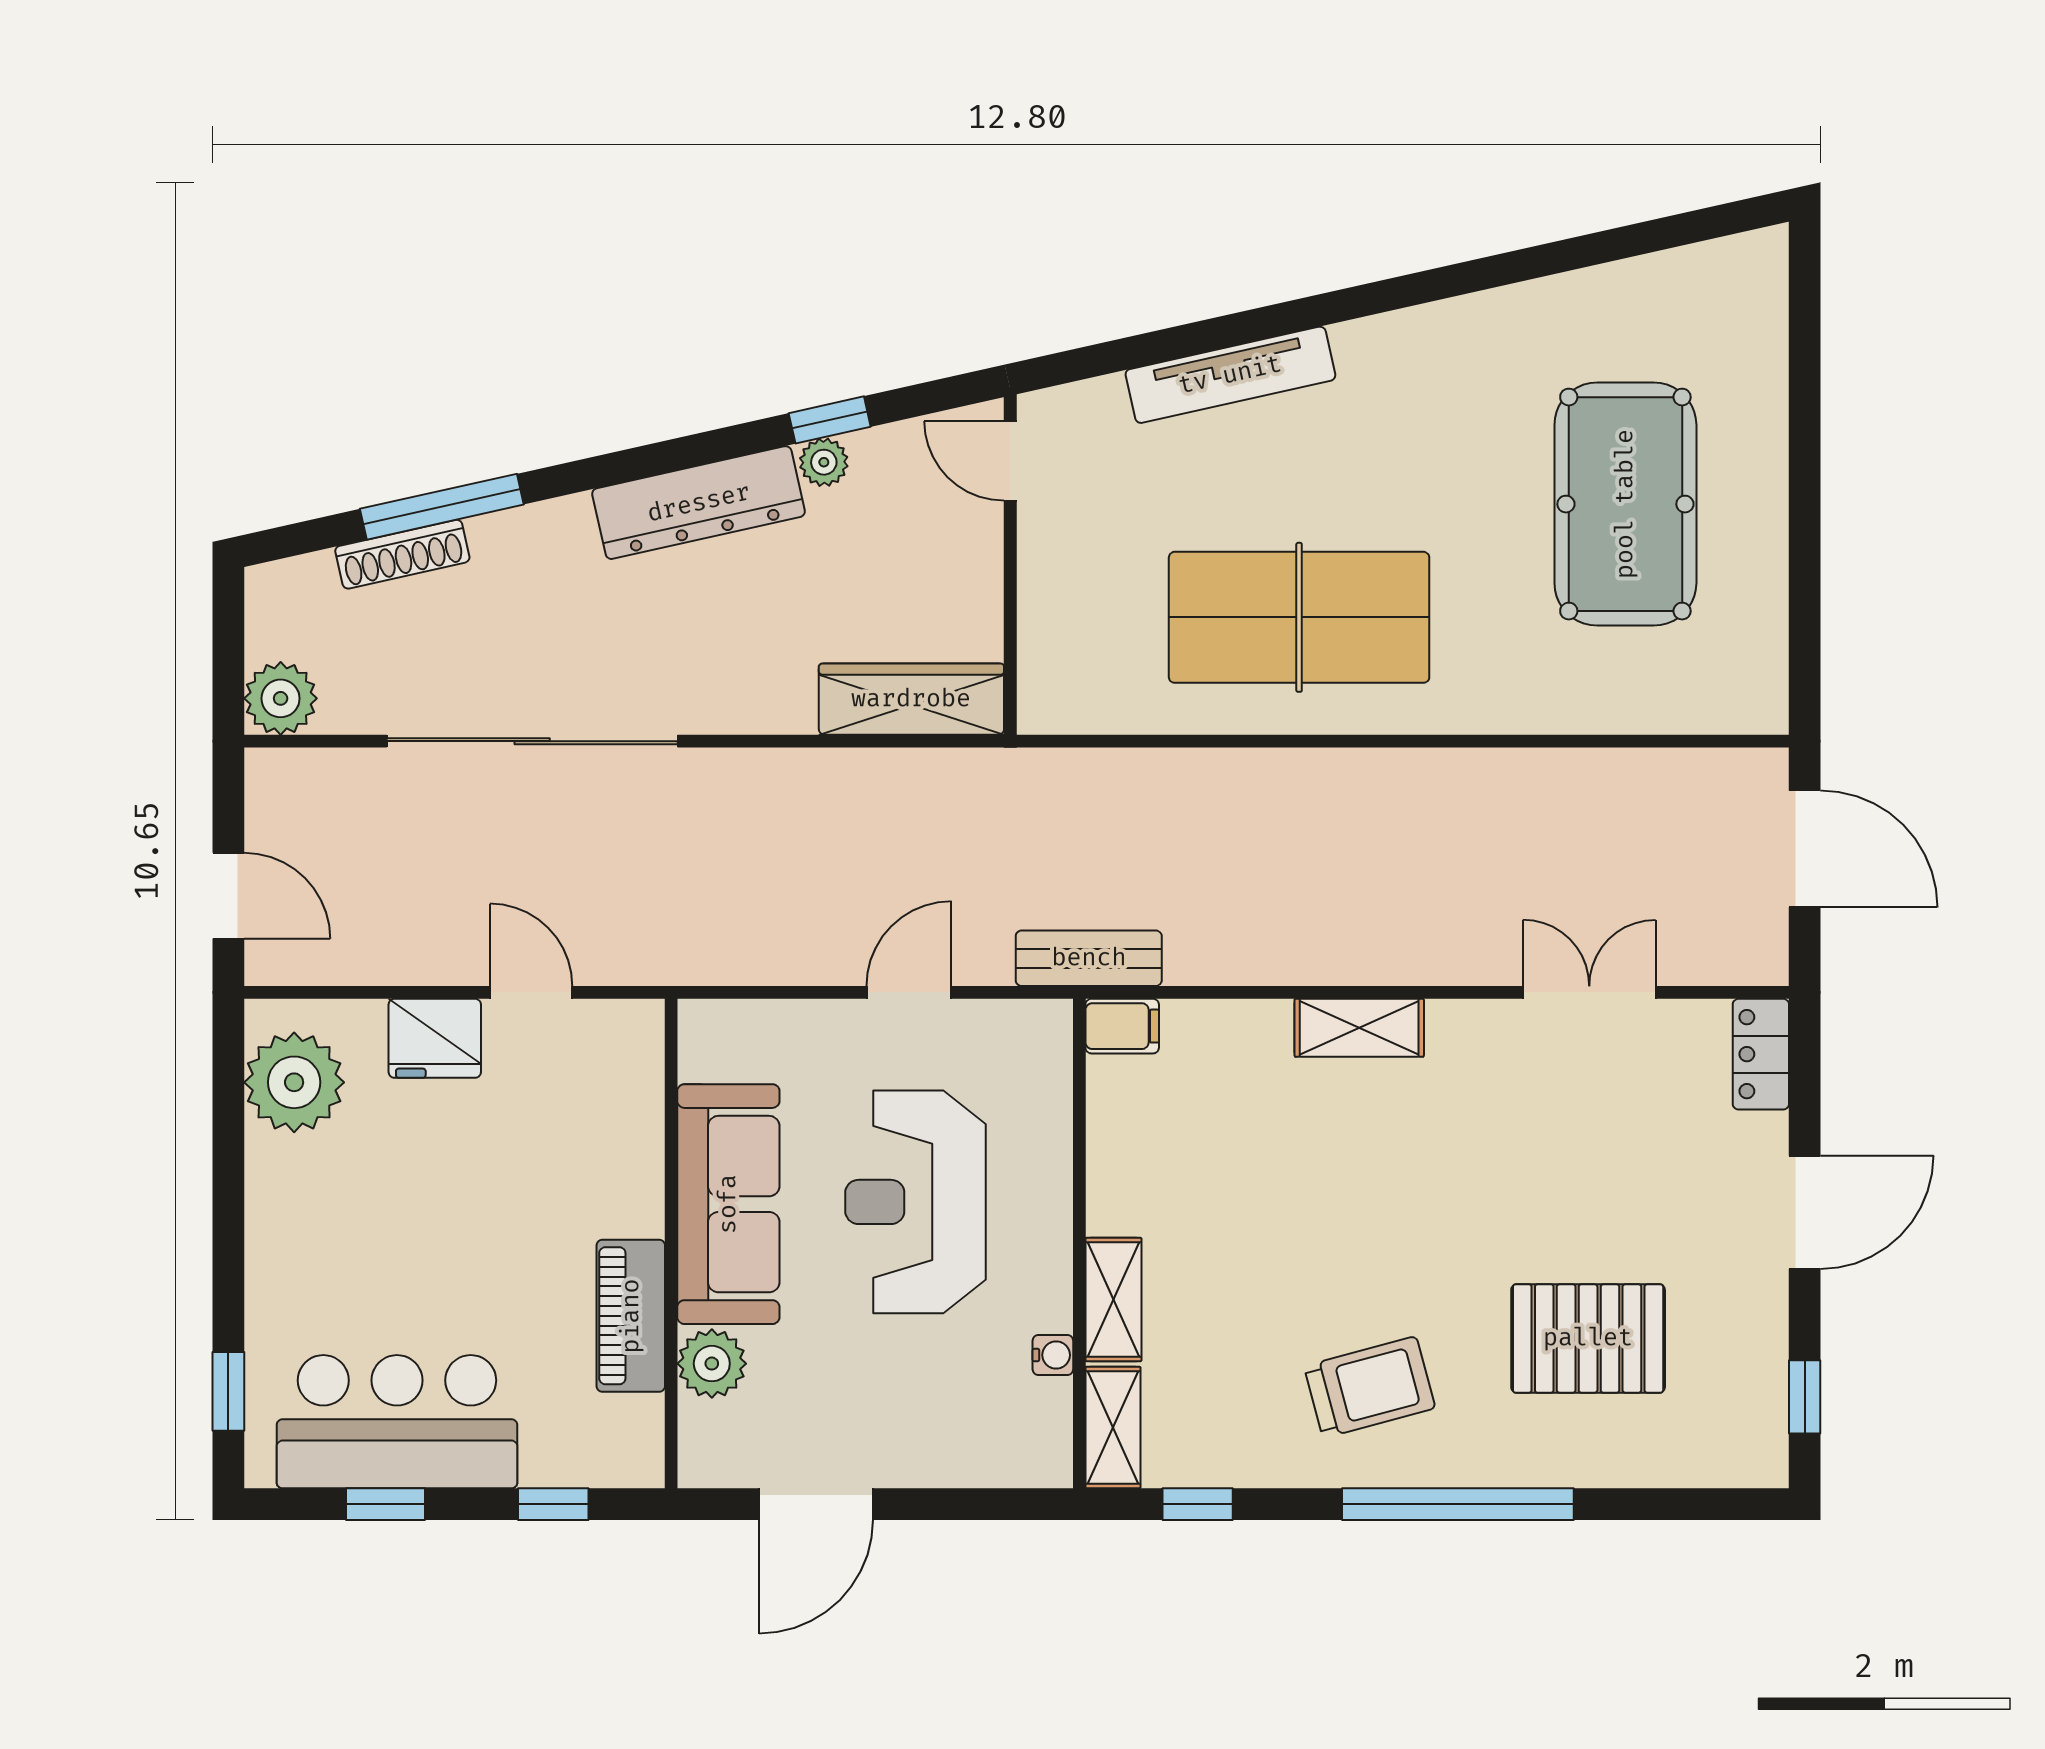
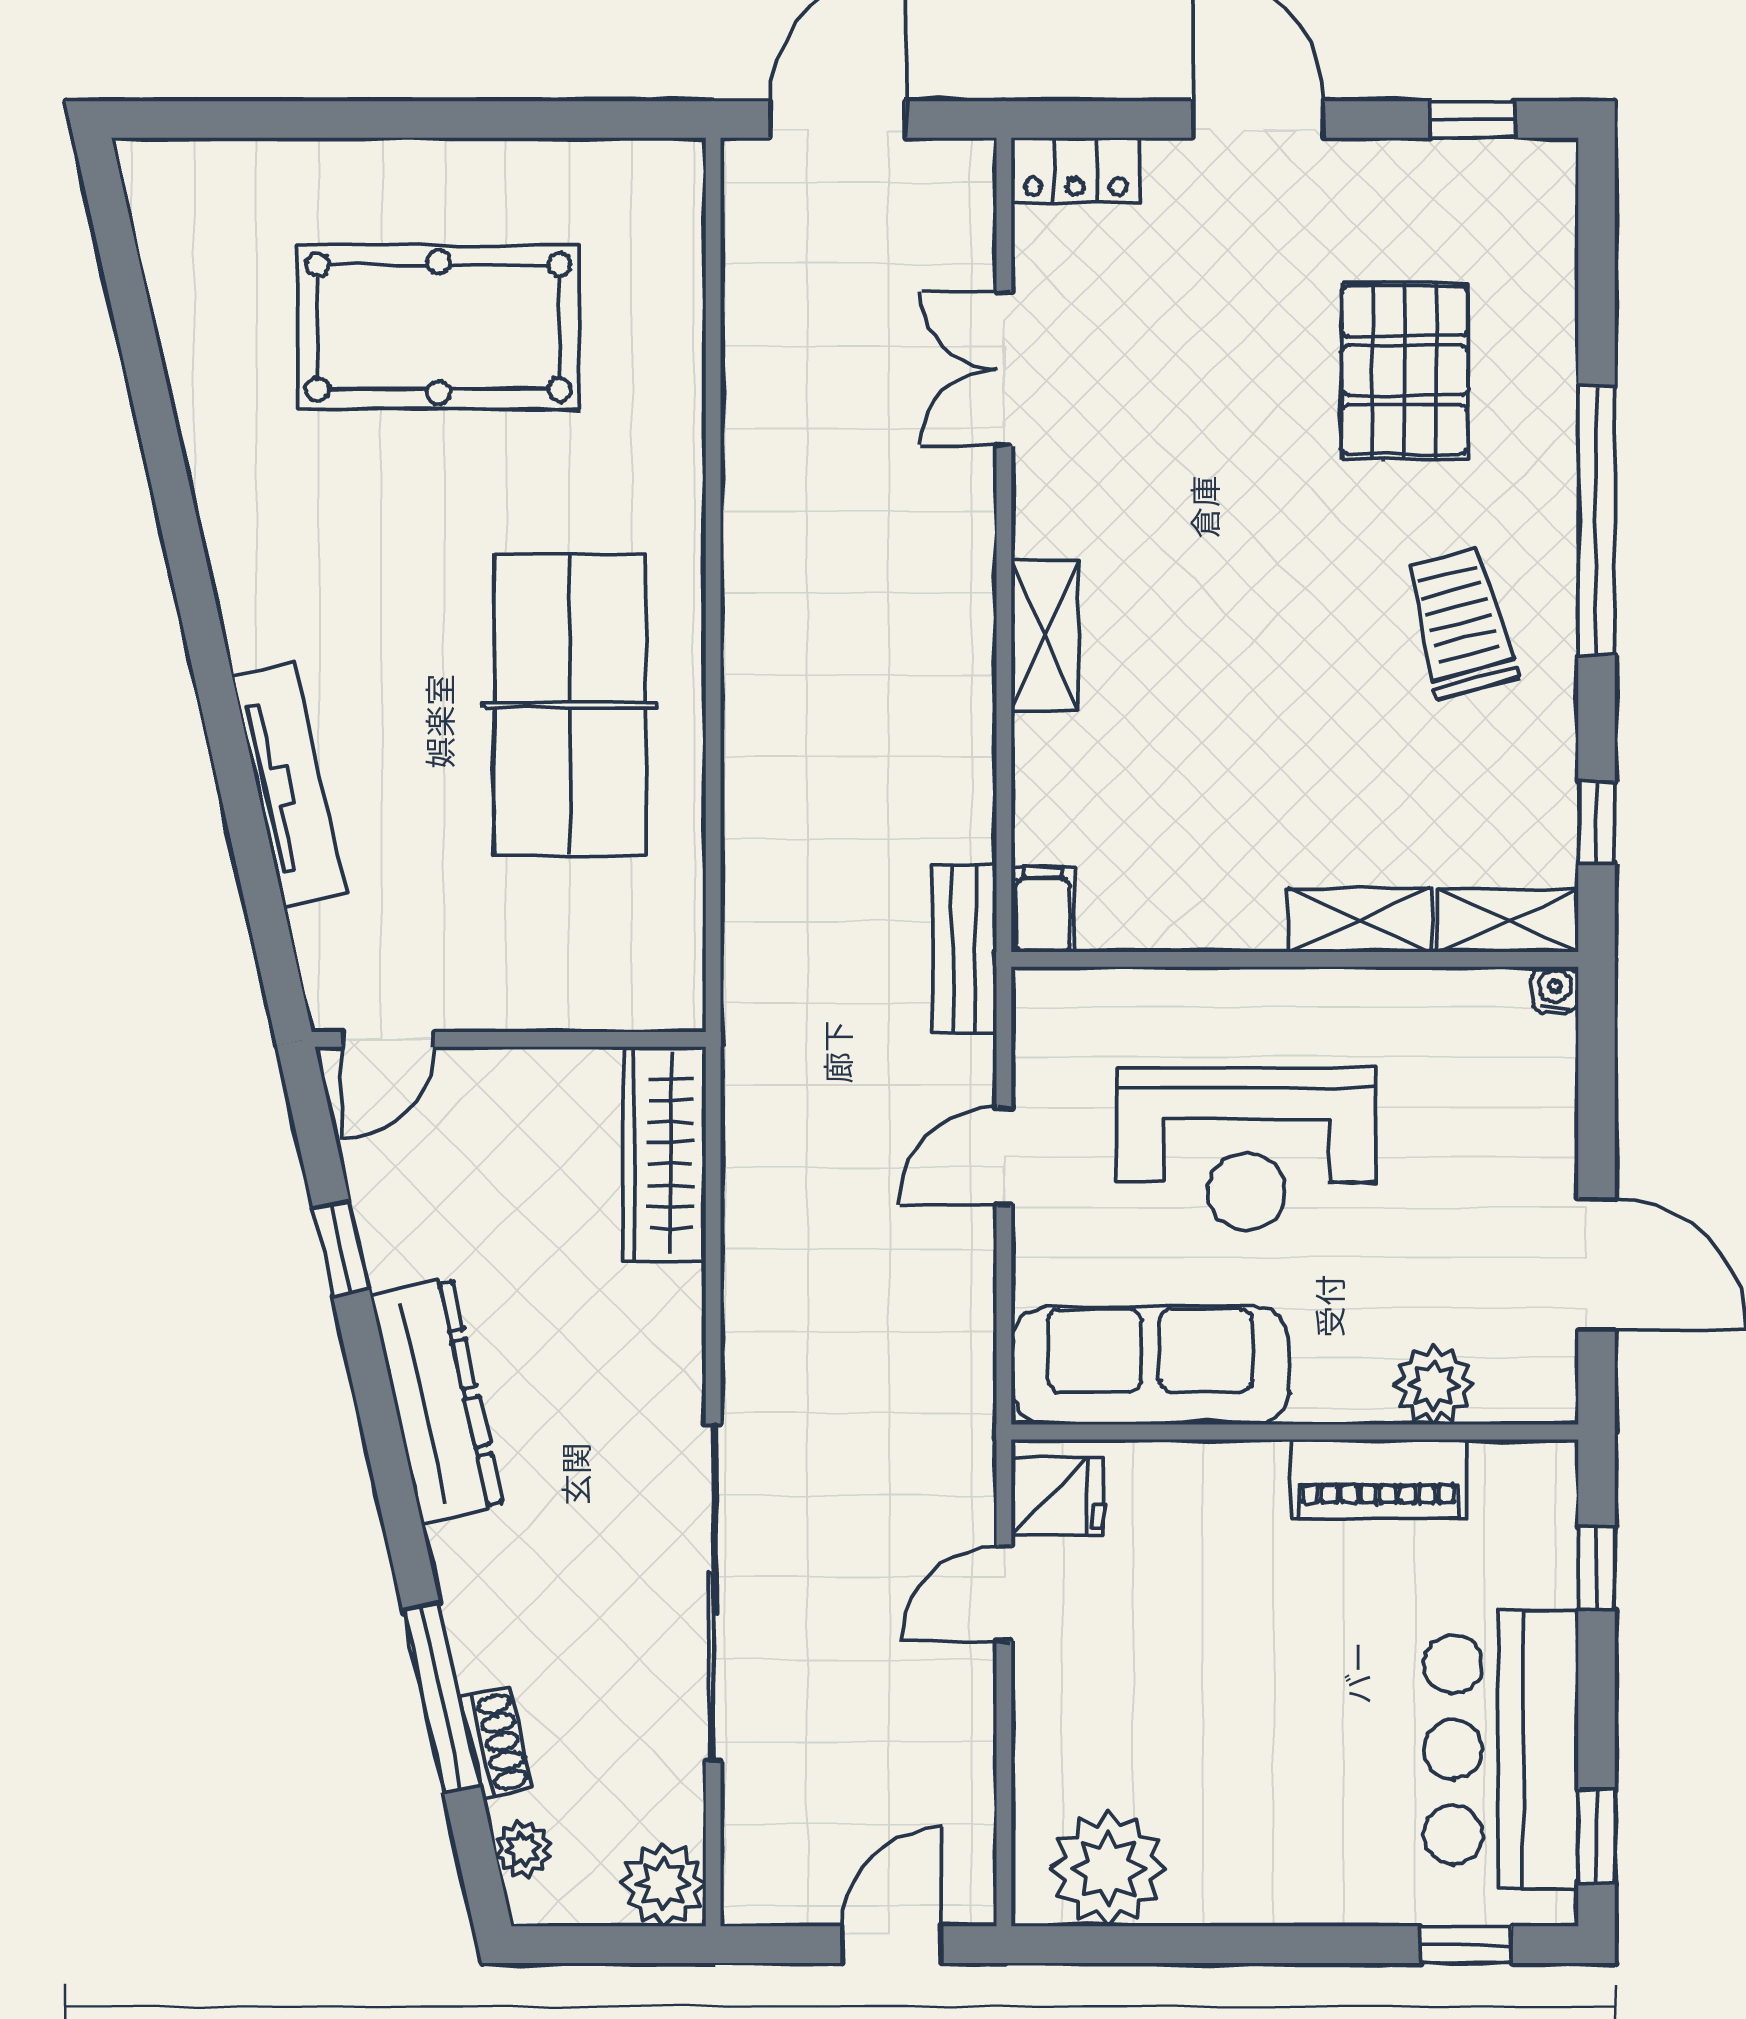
plant: (824, 462) -> (523, 1849), moved
shoe rack: (402, 554) -> (497, 1743), width x0.70
door: (909, 992) -> (1004, 1157), hinge flipped
fridge: (435, 1038) -> (1057, 1497), moved, width x0.72
sofa: (728, 1204) -> (1150, 1366), moved
water cooler: (1053, 1355) -> (1555, 990), moved
window: (386, 1504) -> (1597, 1836), moved

